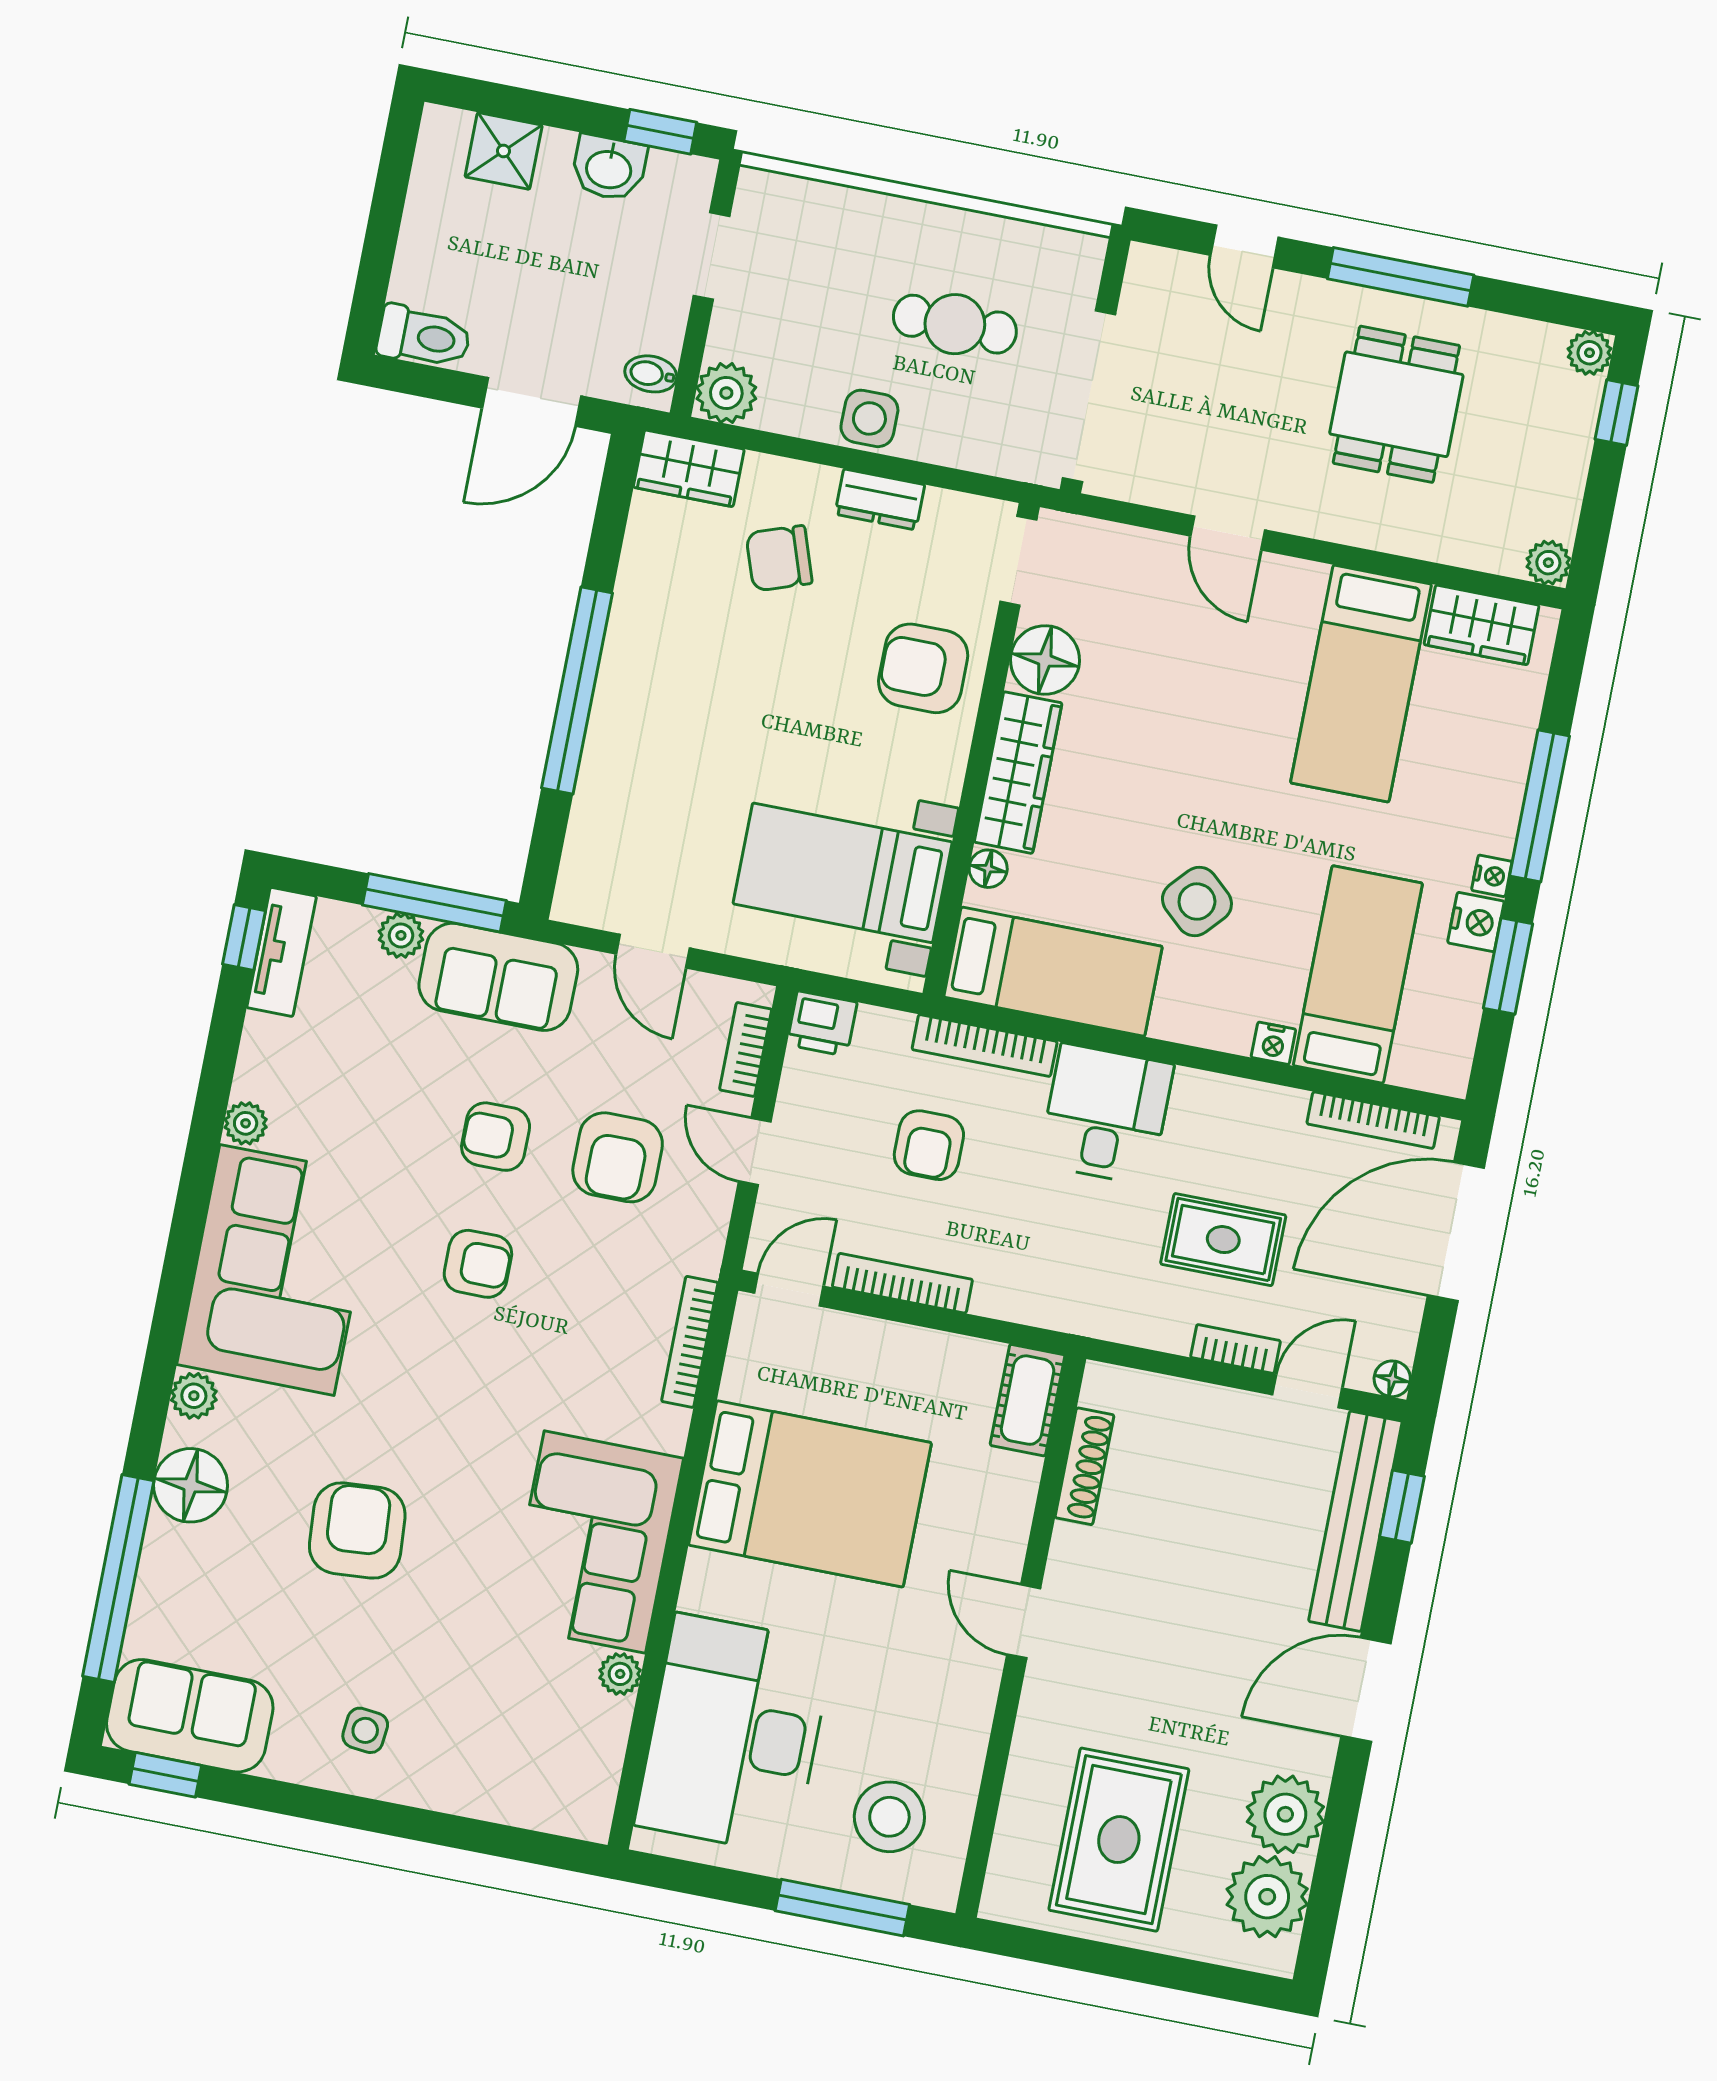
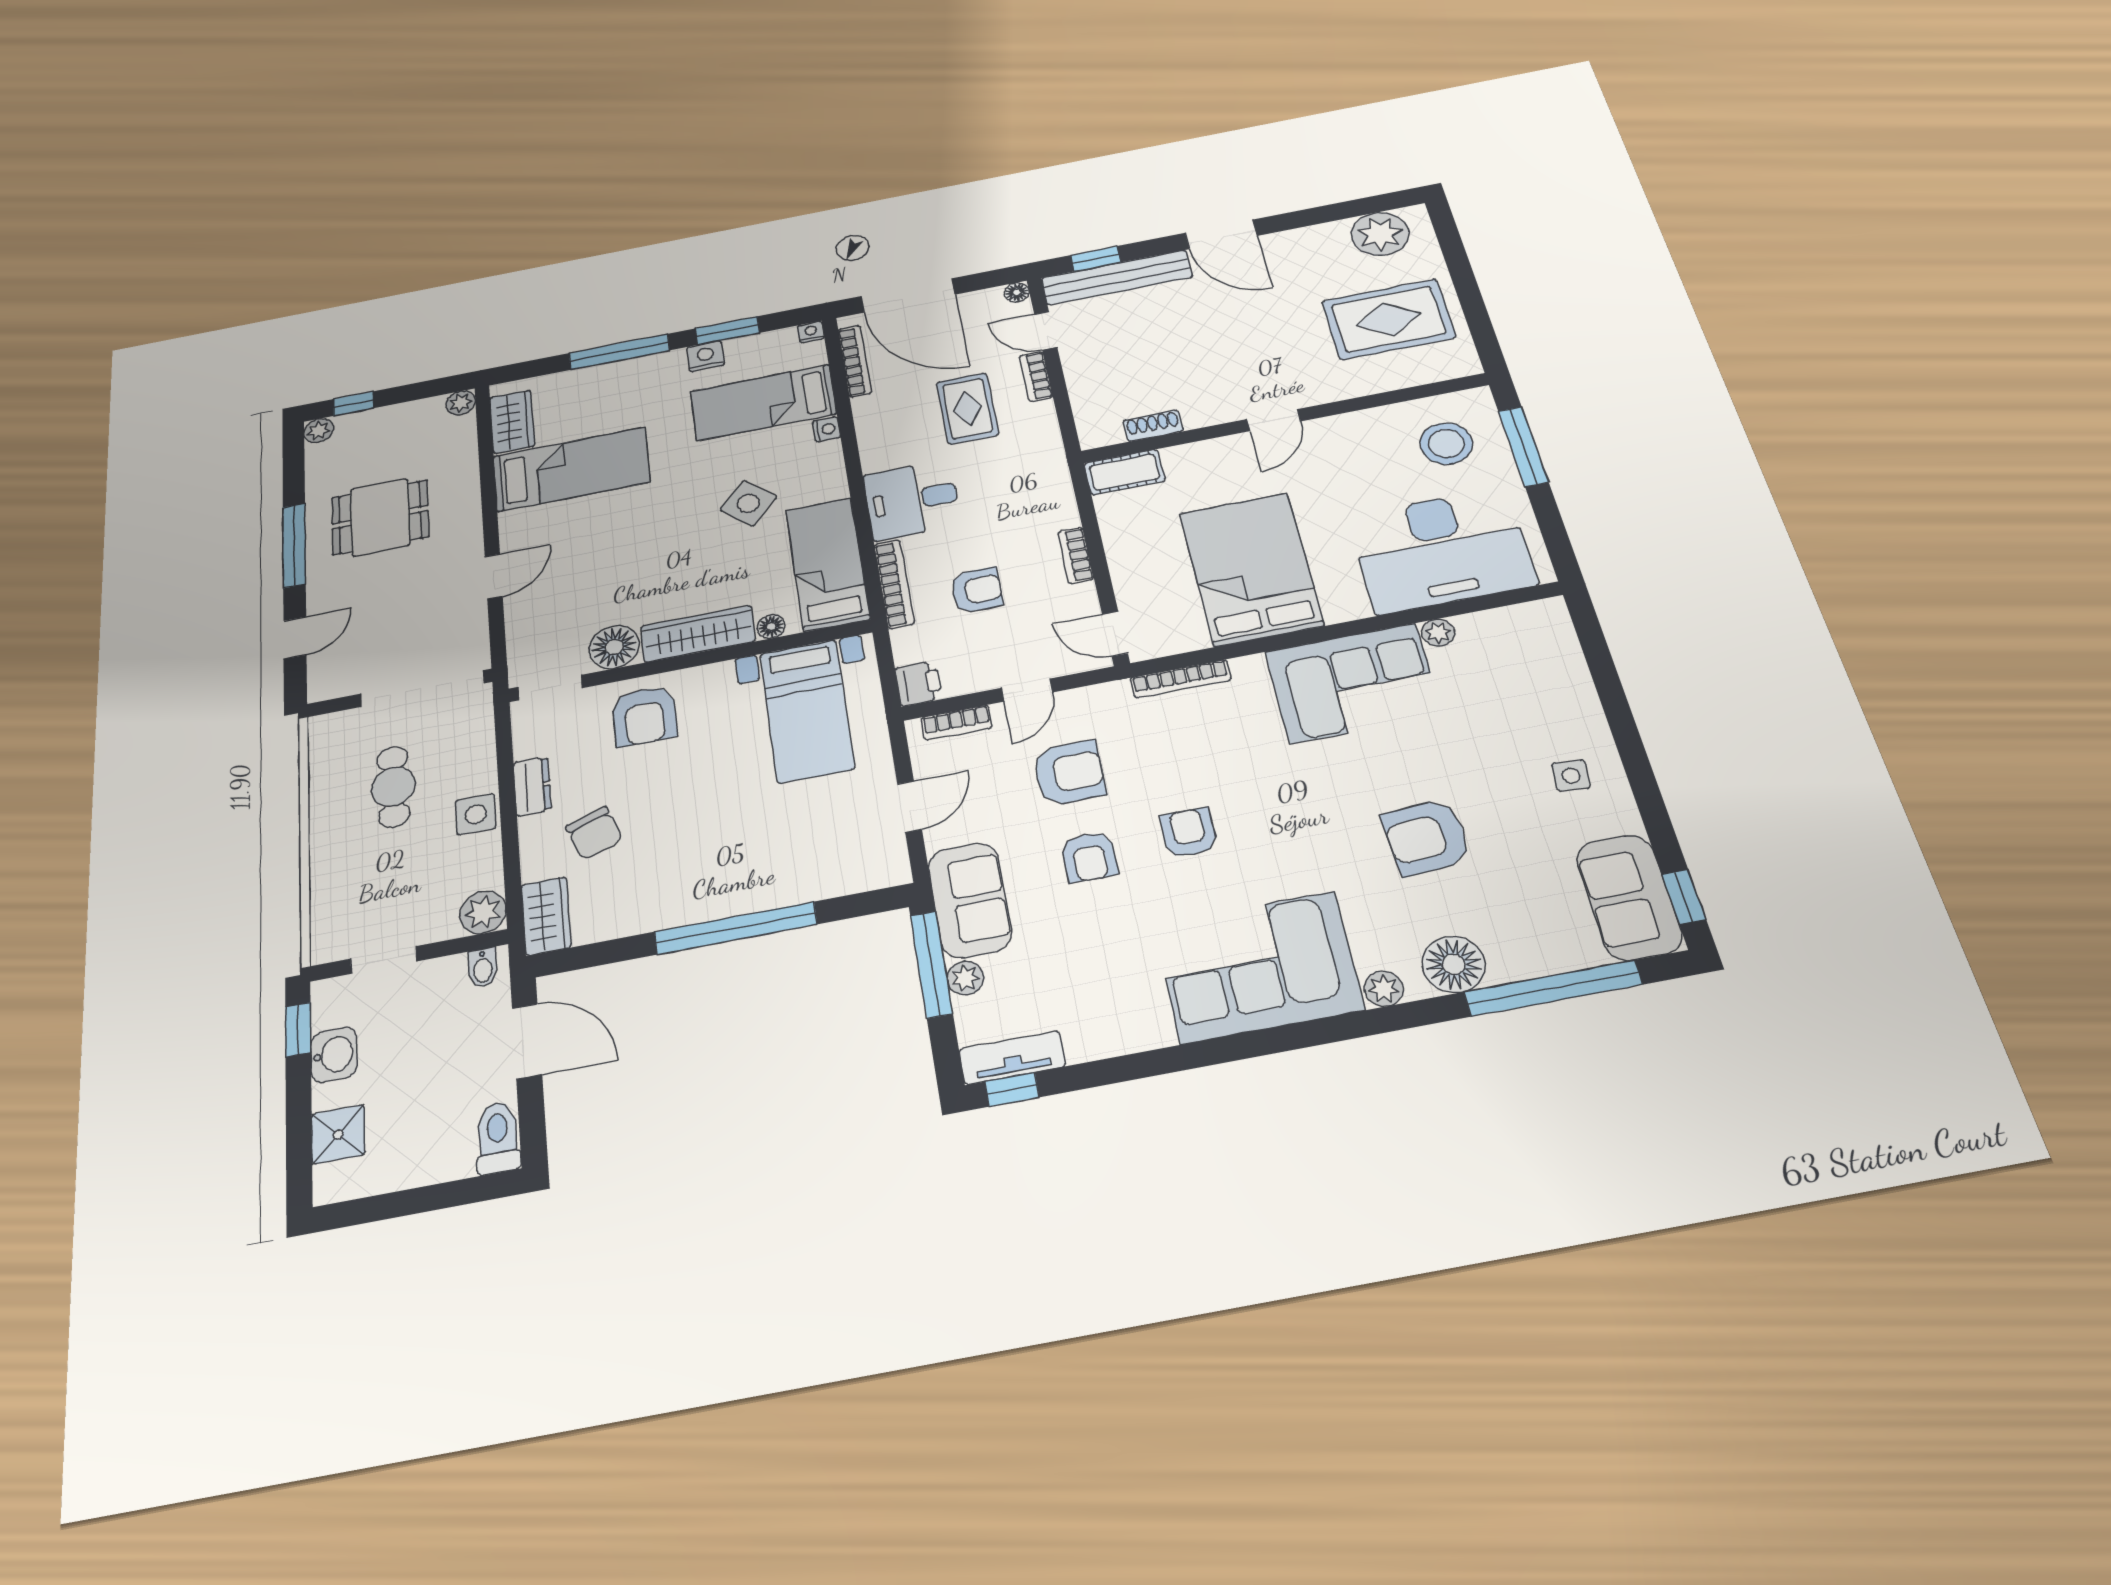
nightstand: (1492, 876) -> (811, 332), moved
plant: (246, 1123) -> (1156, 1033), removed
bookcase: (902, 1283) -> (1076, 555), width x0.64
shoe rack: (1085, 1466) -> (1153, 426), width x0.70
plant: (1285, 1814) -> (1322, 244), removed

